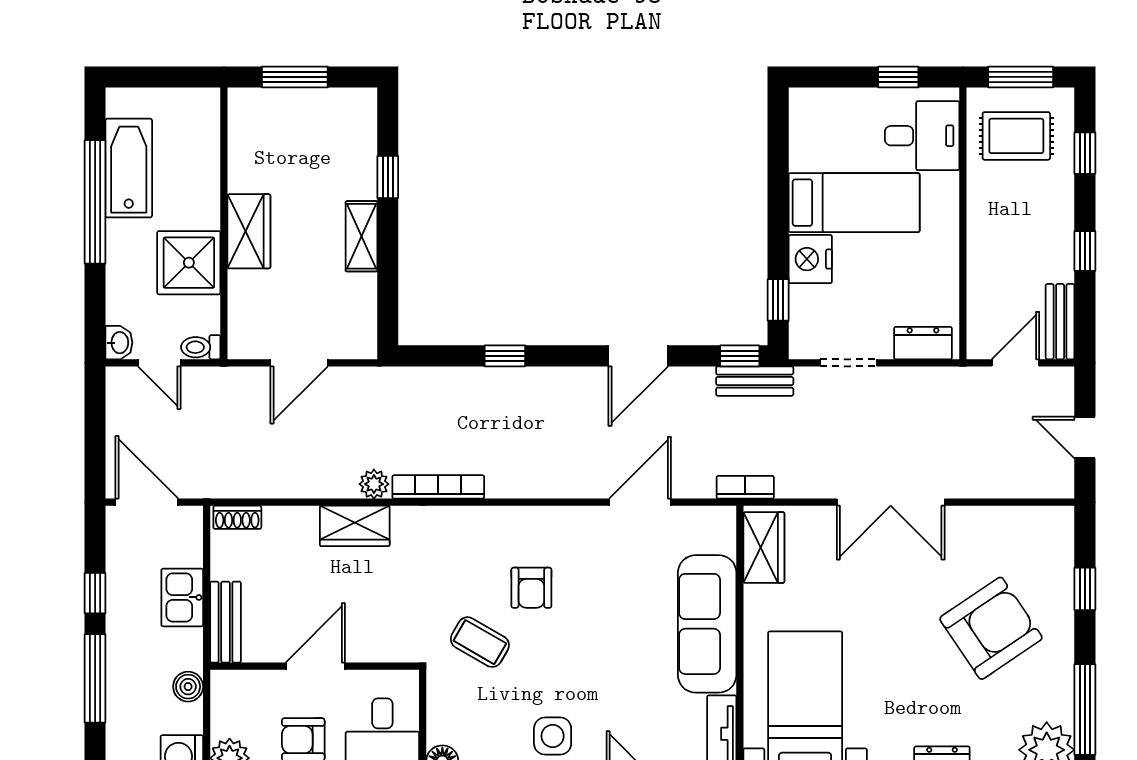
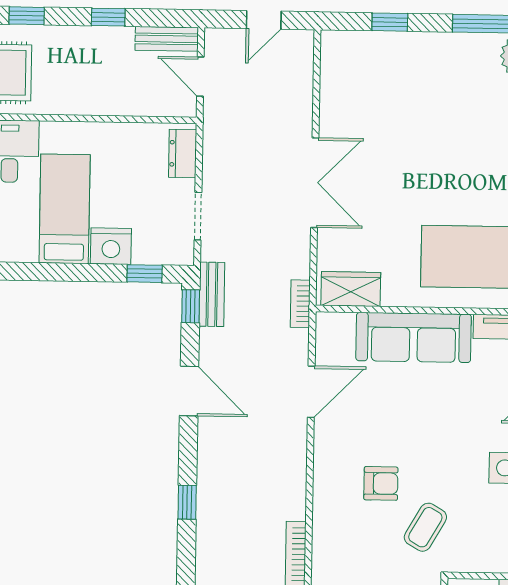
door: (640, 502) -> (311, 392), swing flipped
armchair: (991, 628) -> (421, 101), removed

